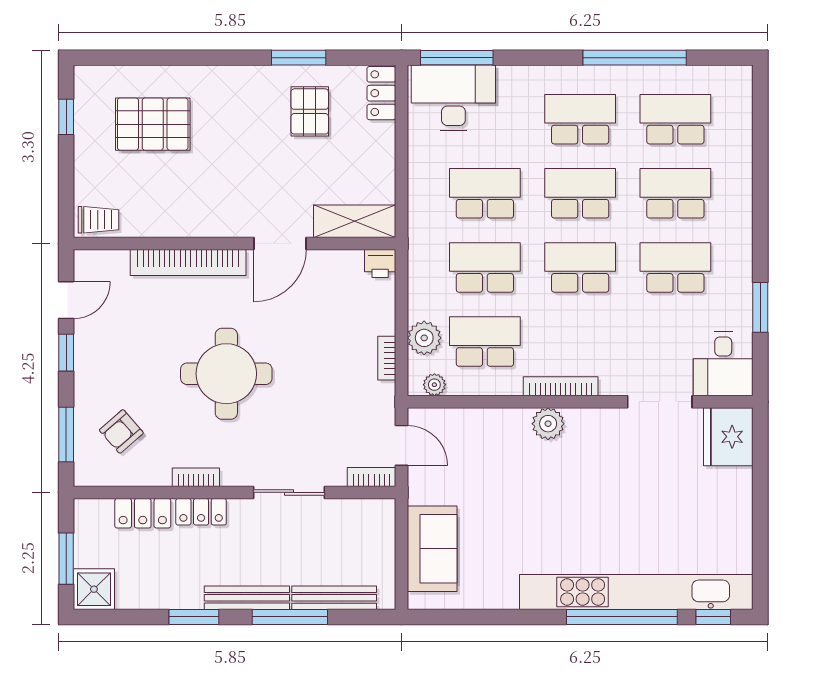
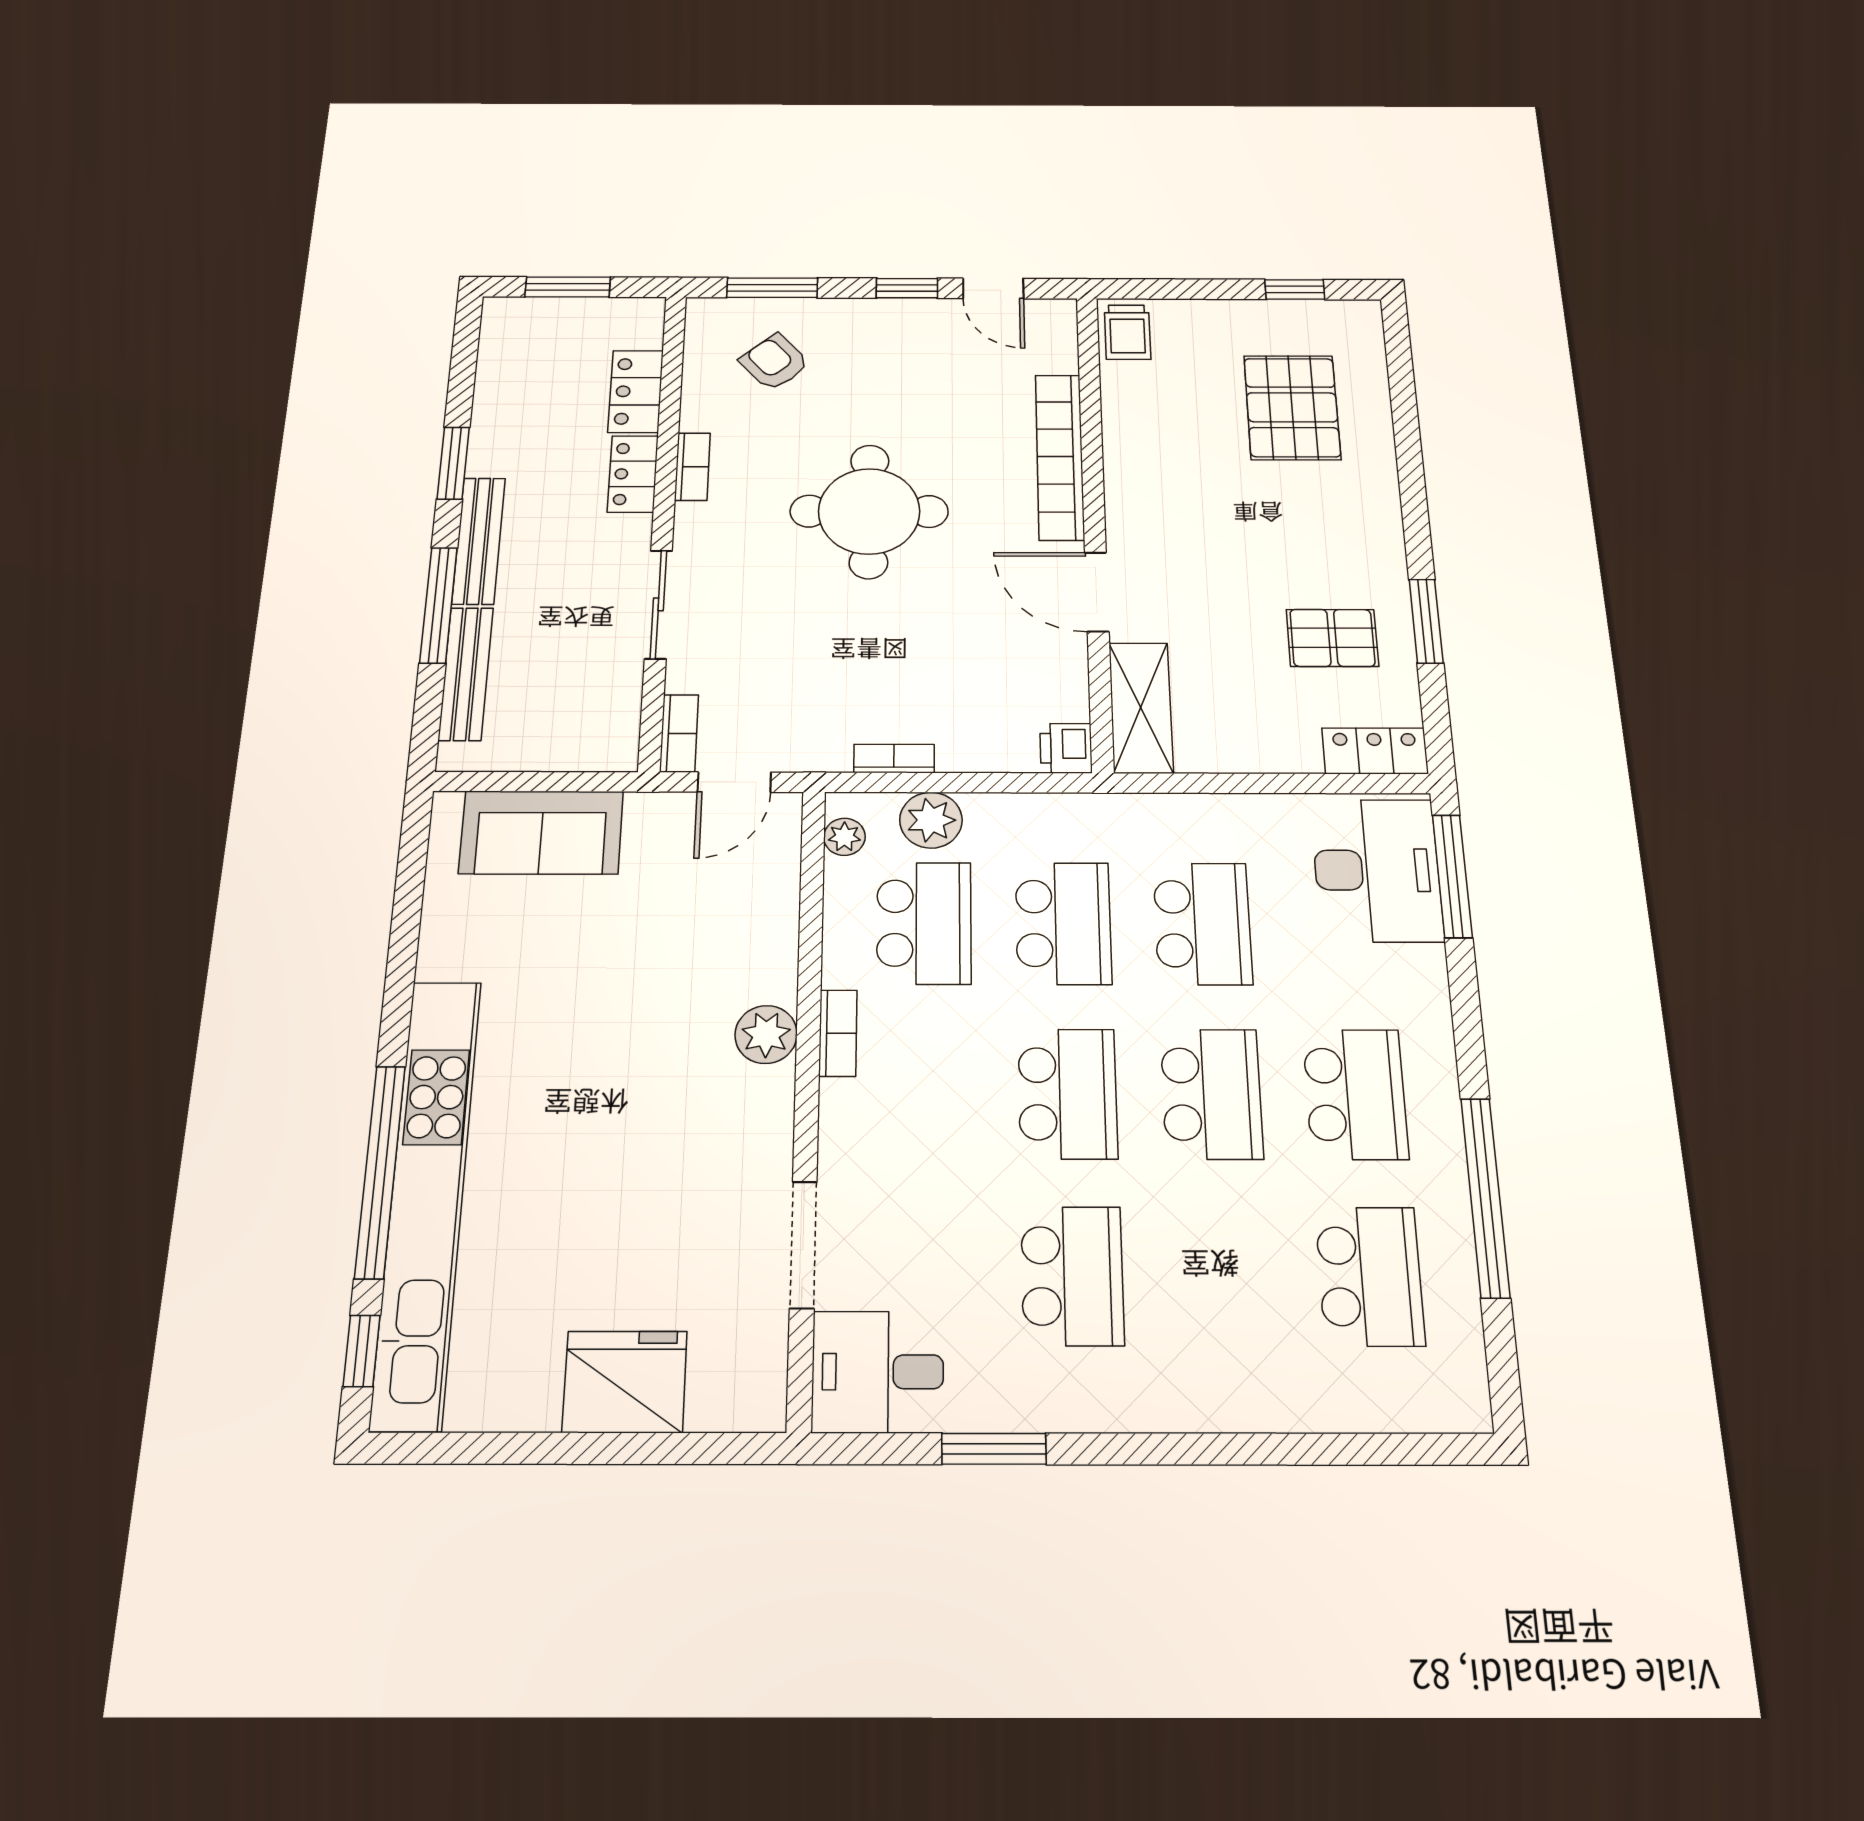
school desk: (675, 193) -> (1221, 1276), removed
bookcase: (561, 386) -> (838, 1033), width x0.64
fridge: (728, 437) -> (625, 1382), moved
shower: (94, 589) -> (514, 324), removed

